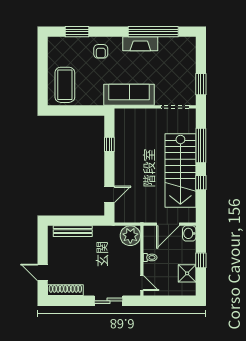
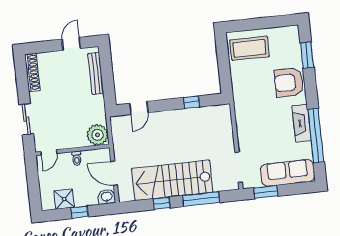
armchair: (101, 51) -> (289, 82), width x1.88, depth x1.88
sofa: (129, 95) -> (288, 173), moved, turned -90
door: (109, 194) -> (139, 108), hinge flipped
door: (43, 272) -> (71, 44), moved

